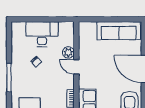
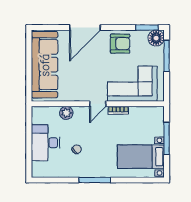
sofa: (119, 31) -> (45, 65), width x1.36, depth x1.27
door: (76, 67) -> (98, 104), moved

